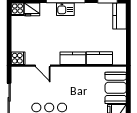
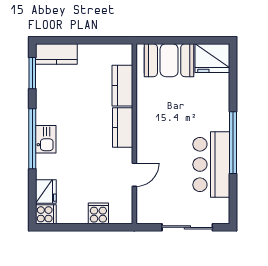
cooker: (18, 58) -> (98, 213), moved

